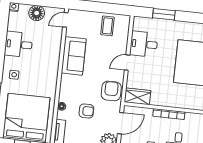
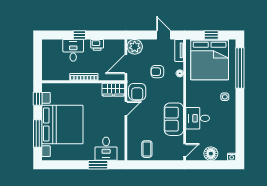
desk: (19, 44) -> (198, 118), moved, turned 180
desk: (144, 44) -> (106, 149), moved, turned 90
door: (127, 63) -> (126, 108), moved

